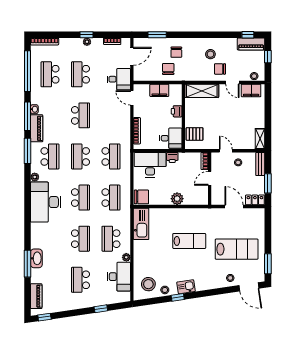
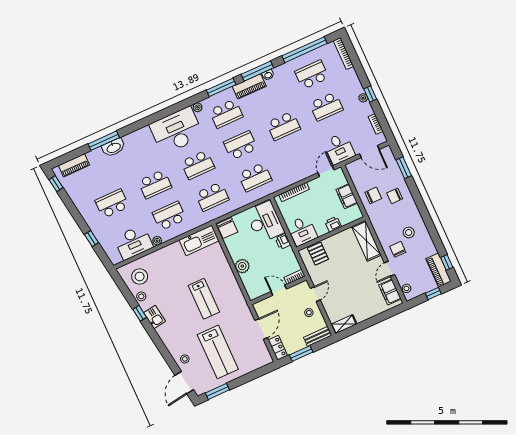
school desk: (80, 74) -> (326, 106), turned 180

